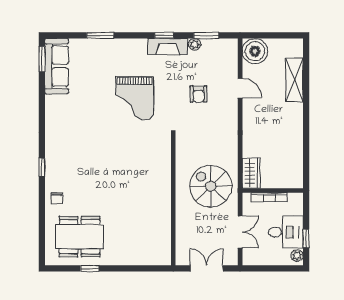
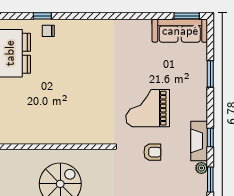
armchair: (199, 94) -> (152, 152), moved, turned 180
window: (42, 167) -> (42, 16), moved

